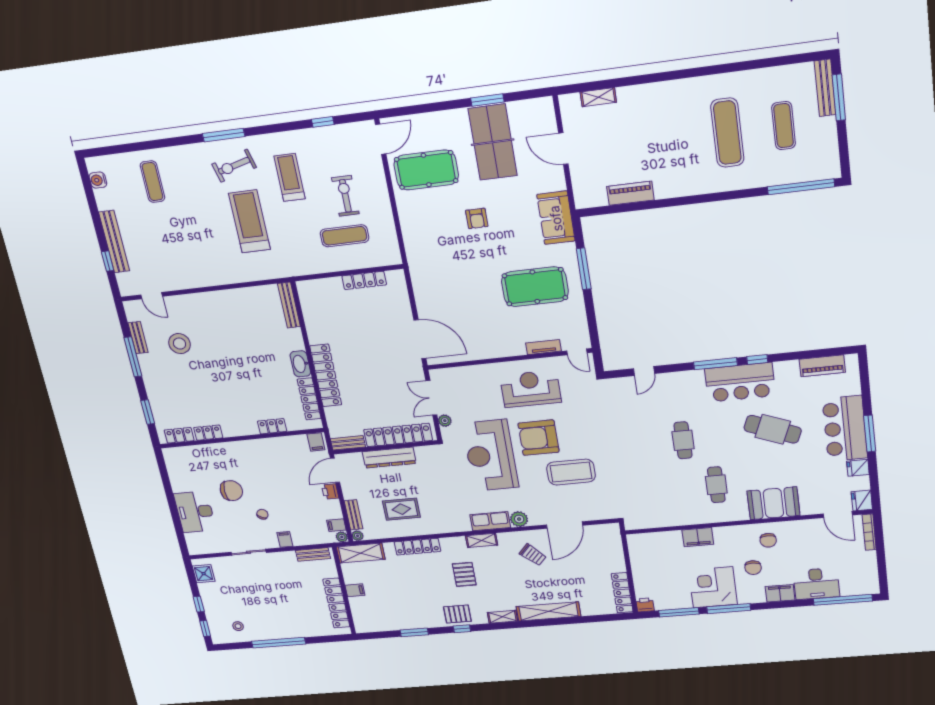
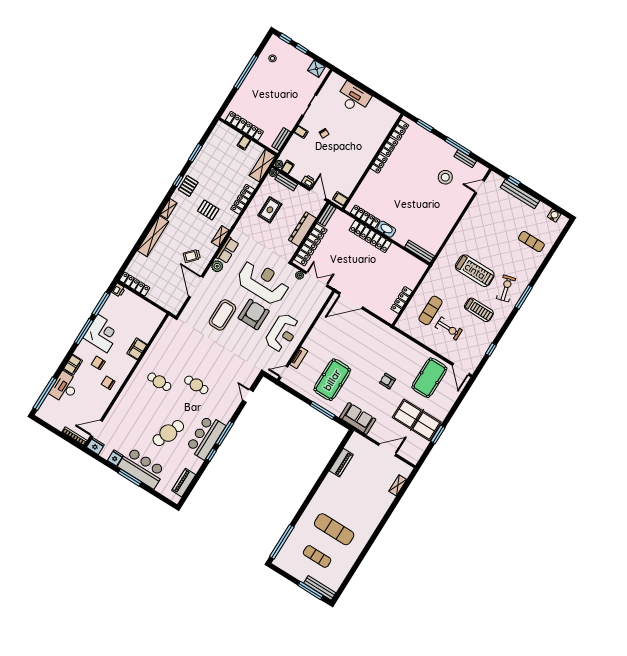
locker: (272, 426) -> (379, 164), moved
chair: (231, 491) -> (350, 129), removed
booth: (773, 503) -> (127, 402), removed

